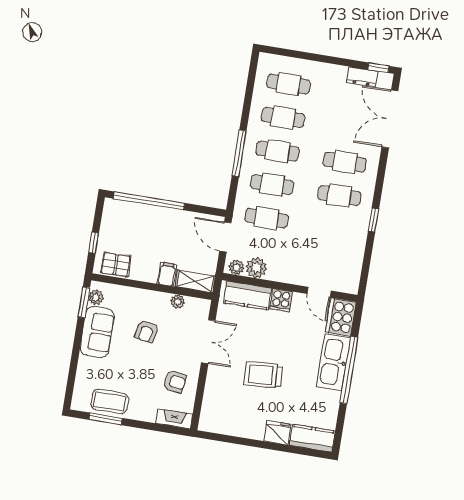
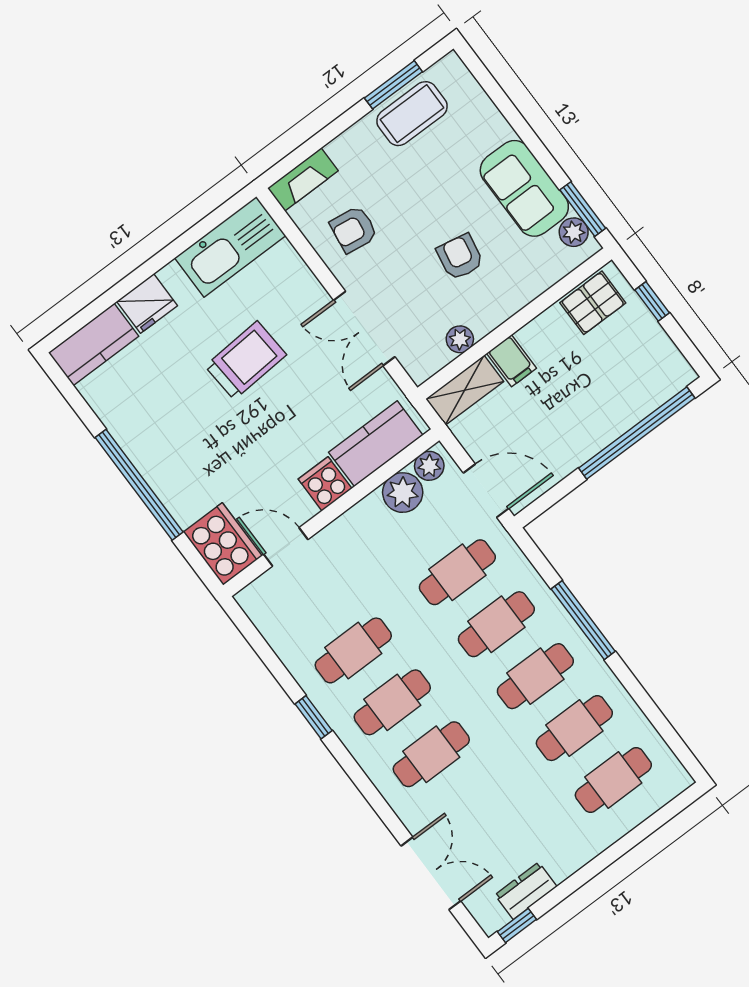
double door: (390, 119) -> (431, 873), width x0.73
cafe table: (334, 229) -> (353, 650), added
kitchen sink: (333, 362) -> (230, 247), moved, turned 90

